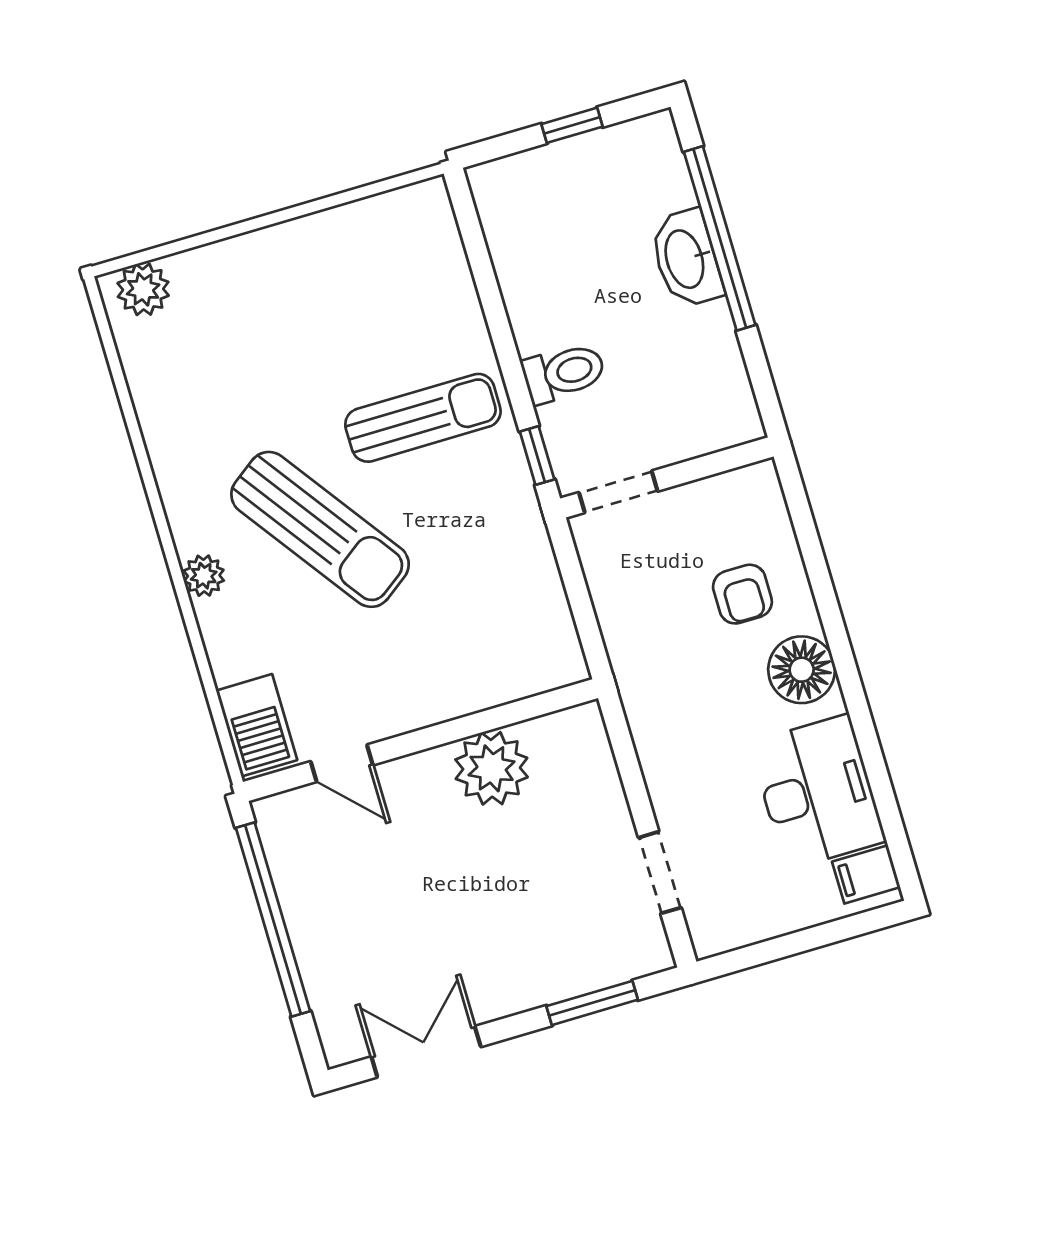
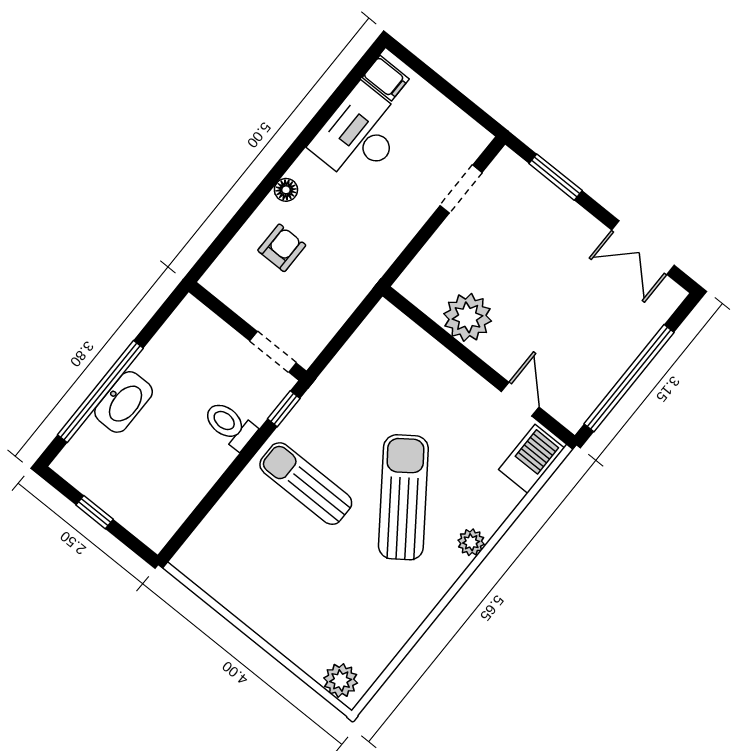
floor lamp: (802, 670) -> (286, 190), width x0.53, depth x0.53

